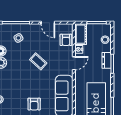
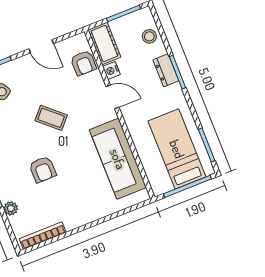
door: (74, 63) -> (113, 97), hinge flipped
armchair: (34, 104) -> (43, 169), moved

